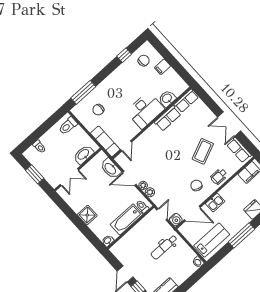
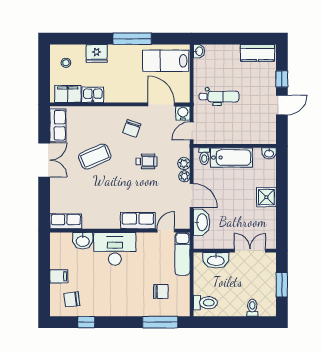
row of seats: (168, 118) -> (138, 221), moved
wheelchair: (219, 176) -> (146, 161), moved
kitchen sink: (215, 203) -> (93, 95), moved

